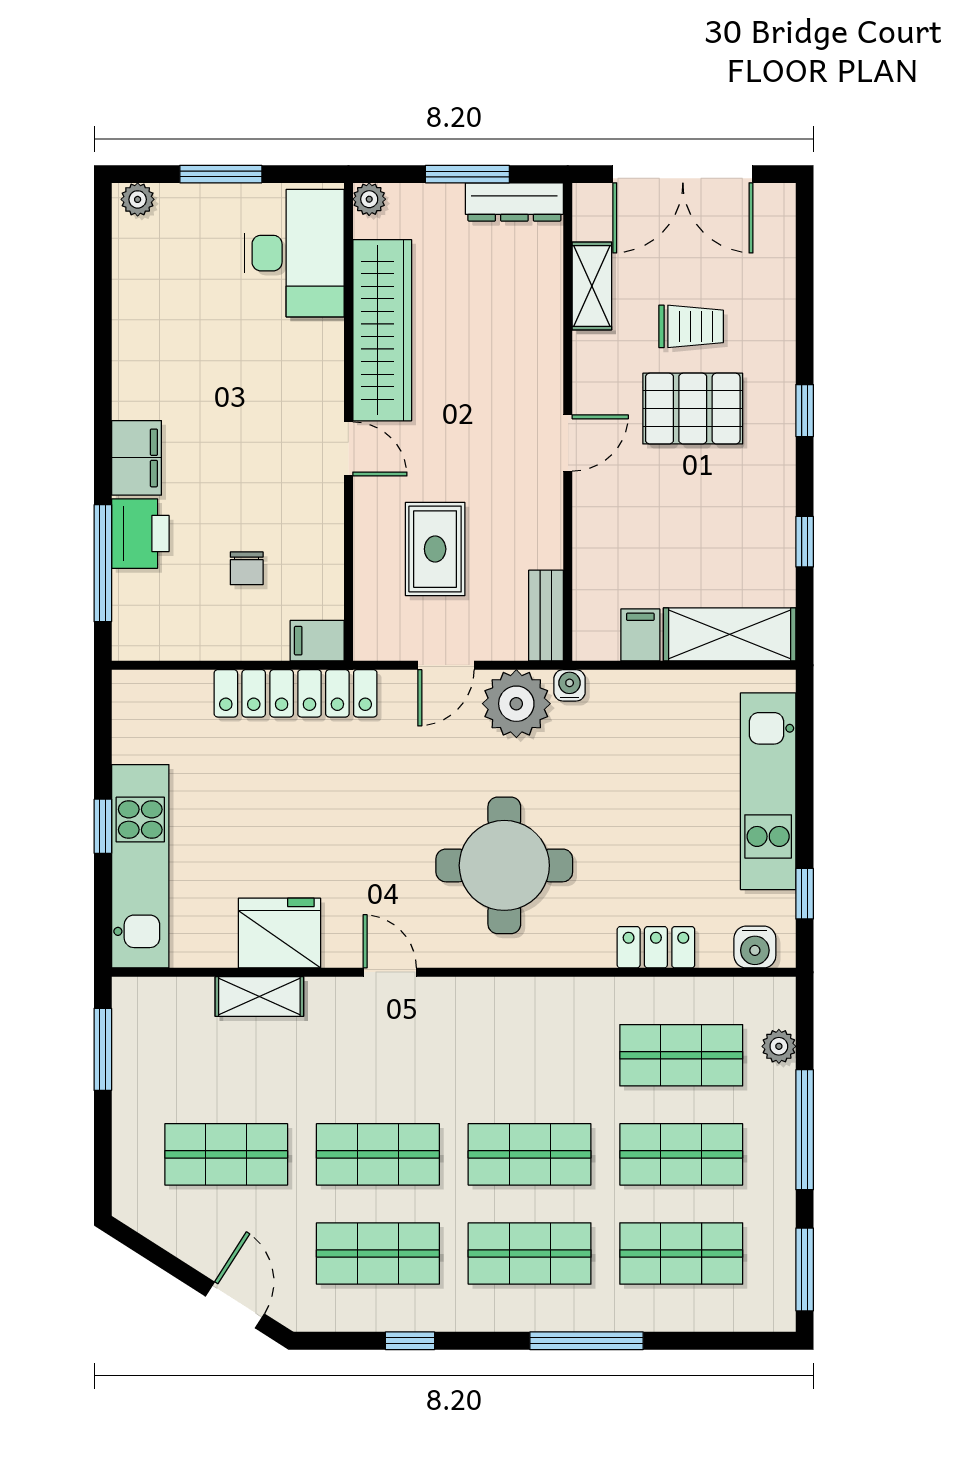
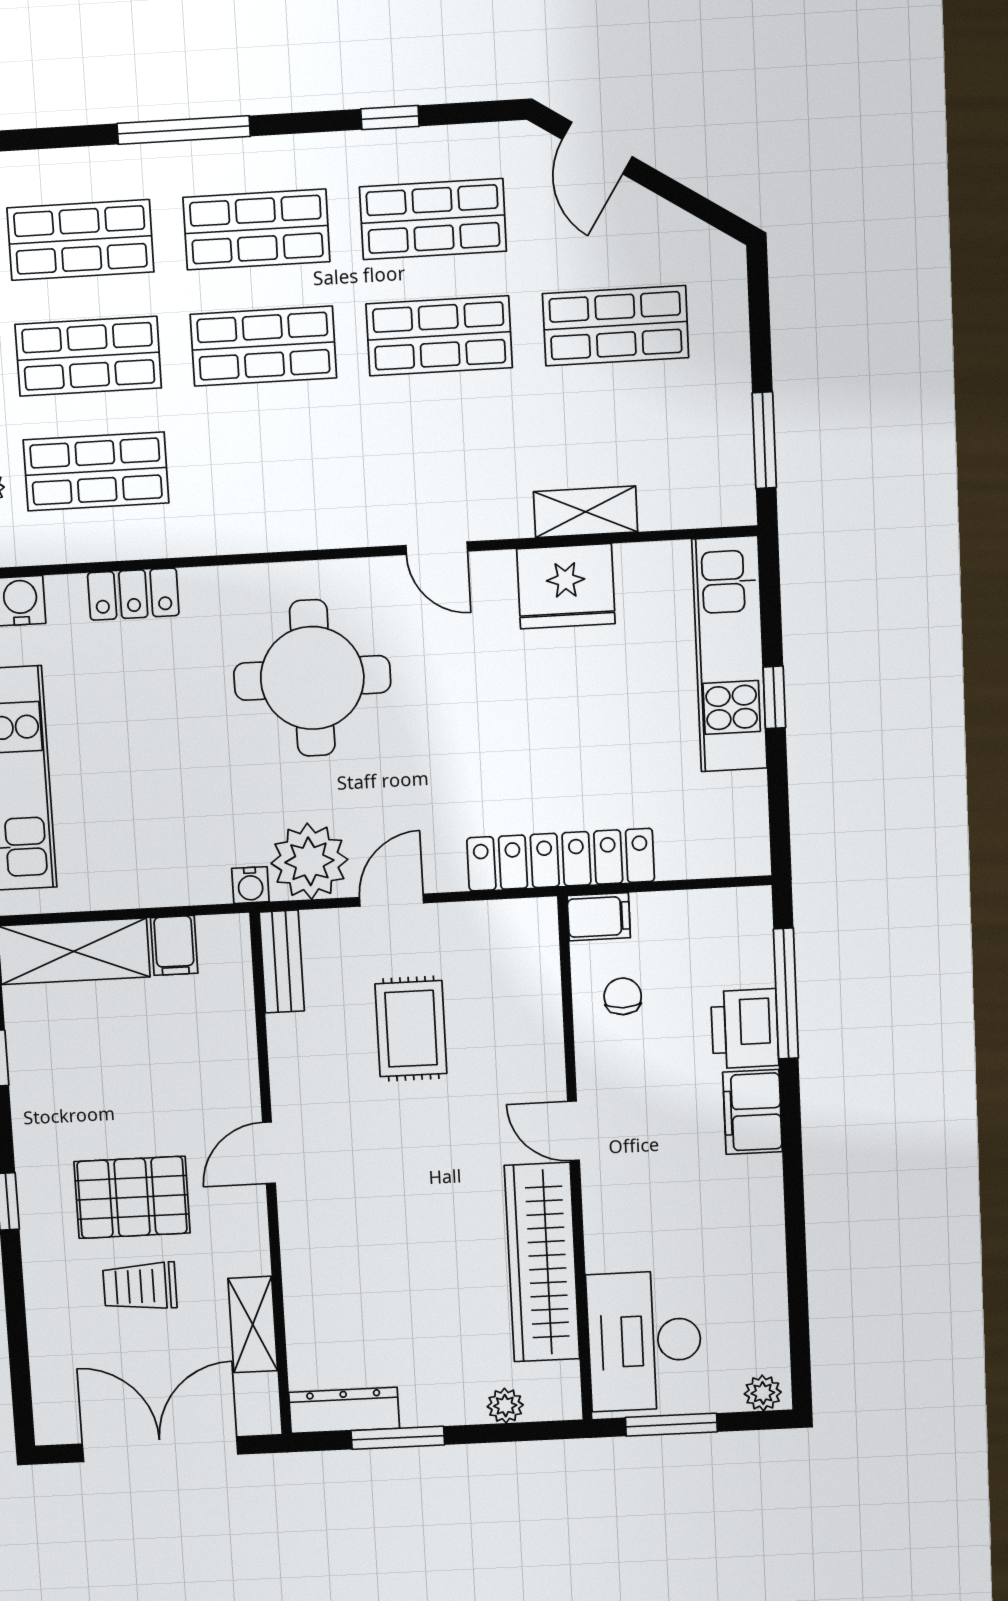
desk: (294, 253) -> (644, 1341), moved
wardrobe: (382, 330) -> (542, 1262), moved
wall: (348, 422) -> (575, 1161), moved
door: (348, 449) -> (573, 1131), moved
filing cabinet: (317, 641) -> (599, 917), moved

